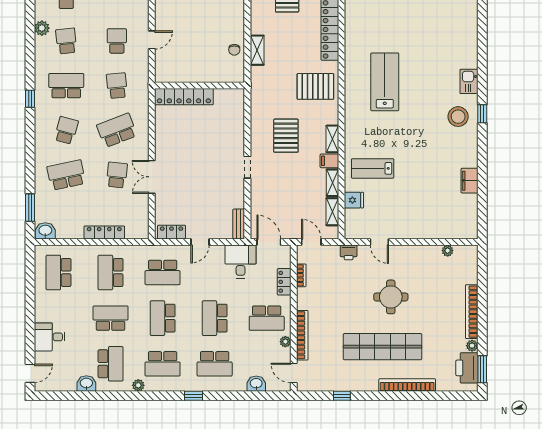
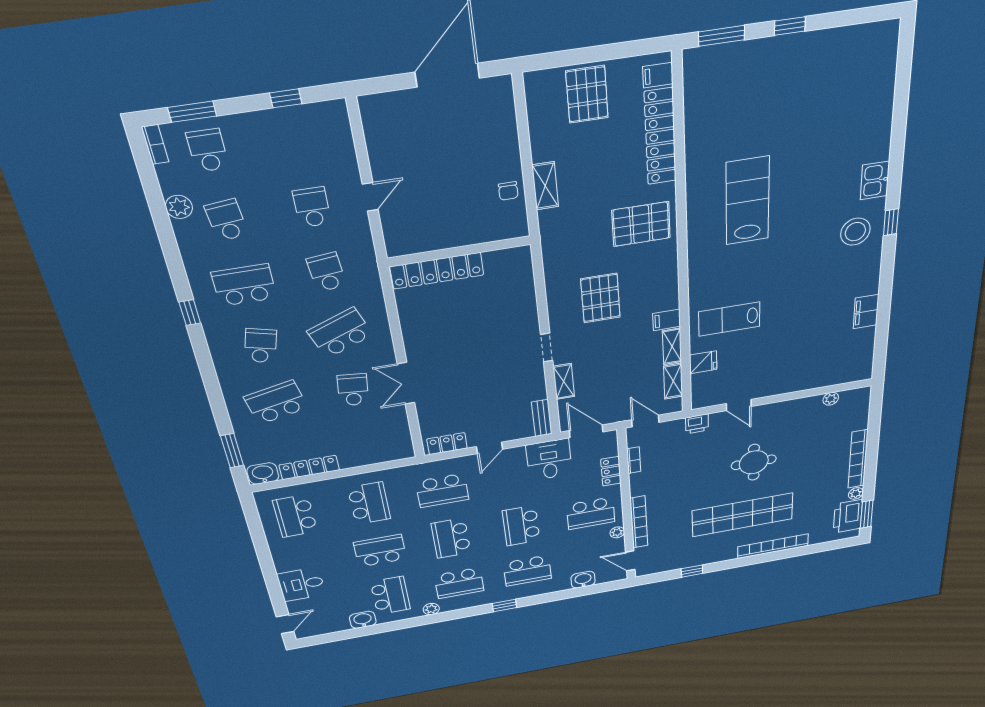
shelving: (332, 139) -> (564, 381), moved
locker: (104, 232) -> (309, 468), moved
school desk: (111, 272) -> (369, 503), turned 180

